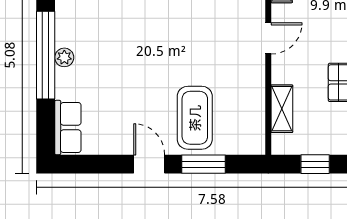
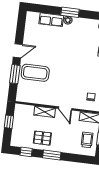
window: (46, 55) -> (70, 12), width x0.47
shelving: (282, 109) -> (45, 112), moved
row of seats: (68, 128) -> (51, 20), moved

